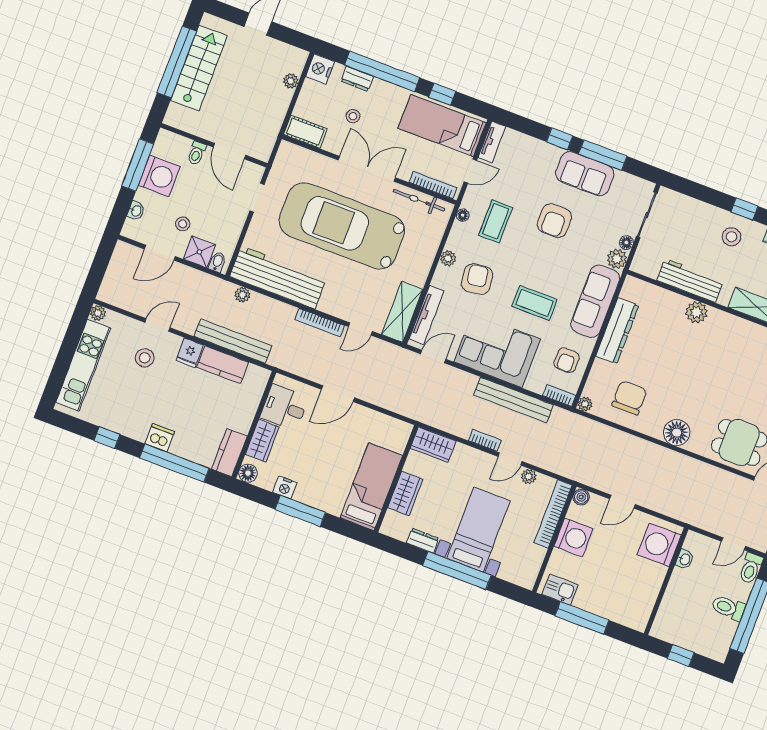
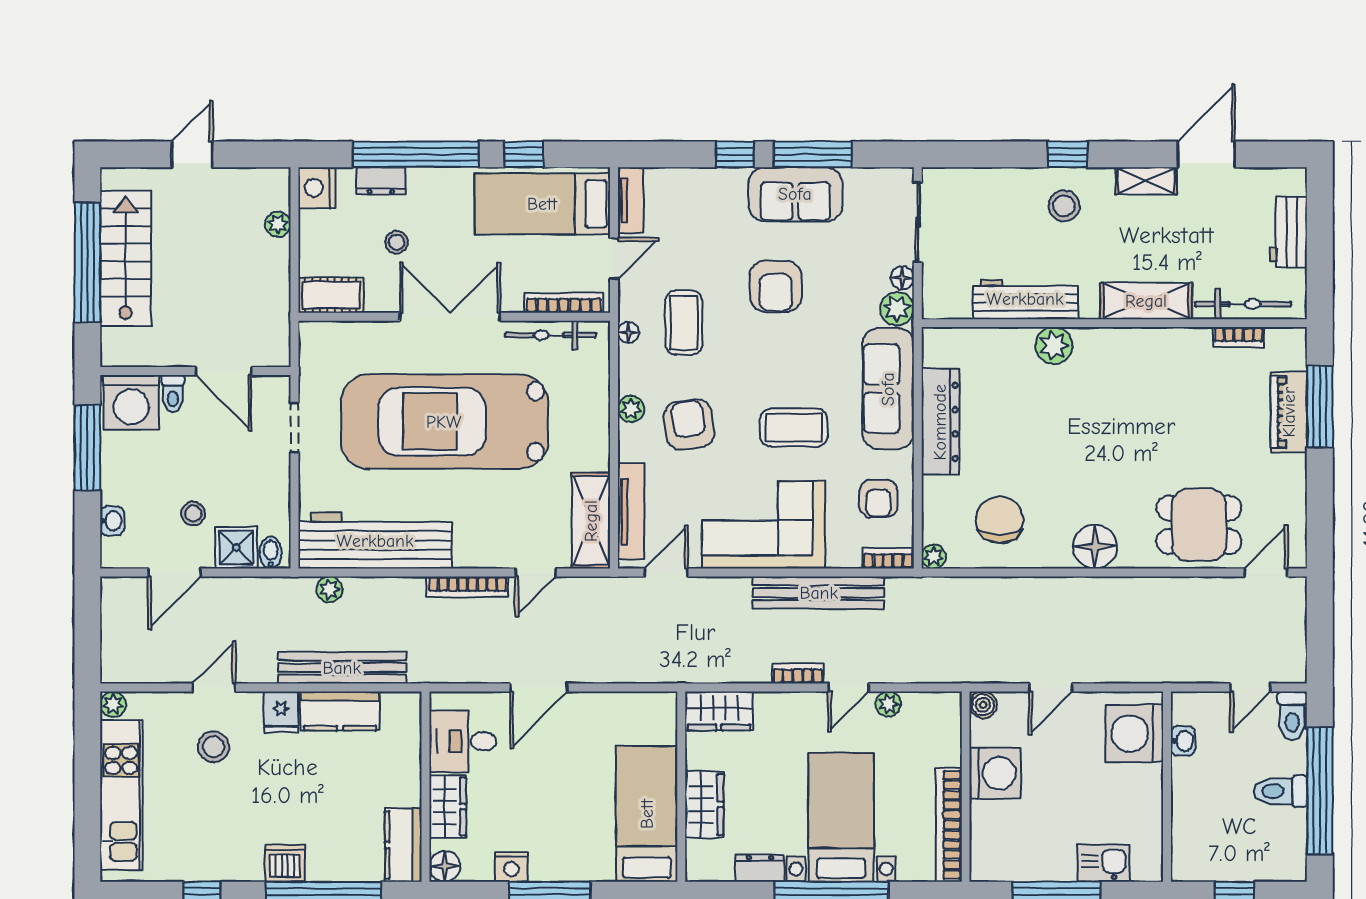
washing machine: (159, 176) -> (131, 402), moved, turned 90
bookcase: (553, 514) -> (949, 825), moved
kitchen sink: (560, 590) -> (1104, 863), moved

